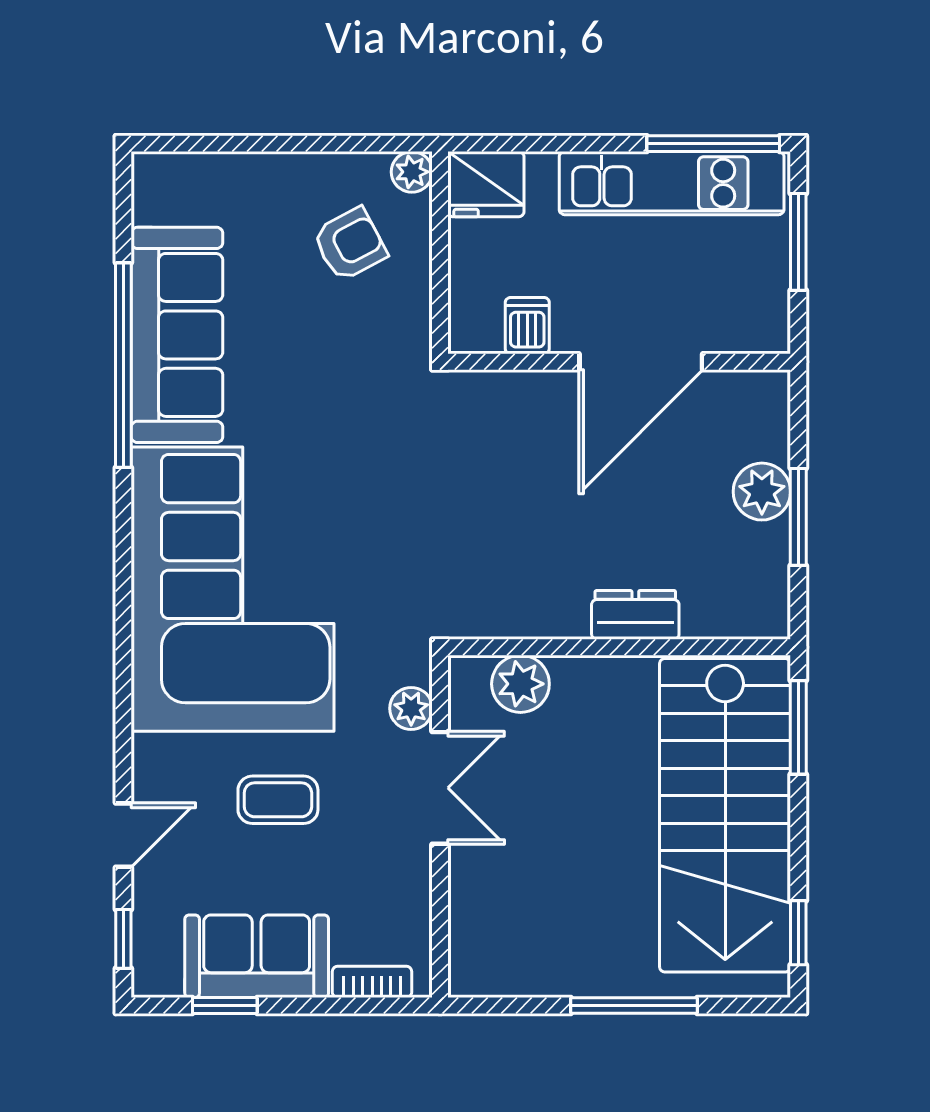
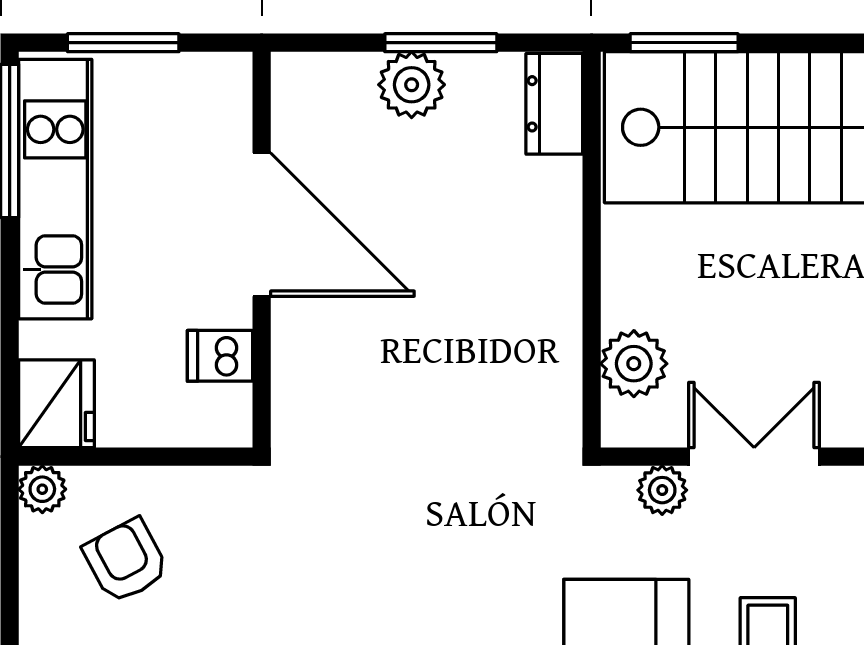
dresser: (635, 615) -> (554, 104), moved

